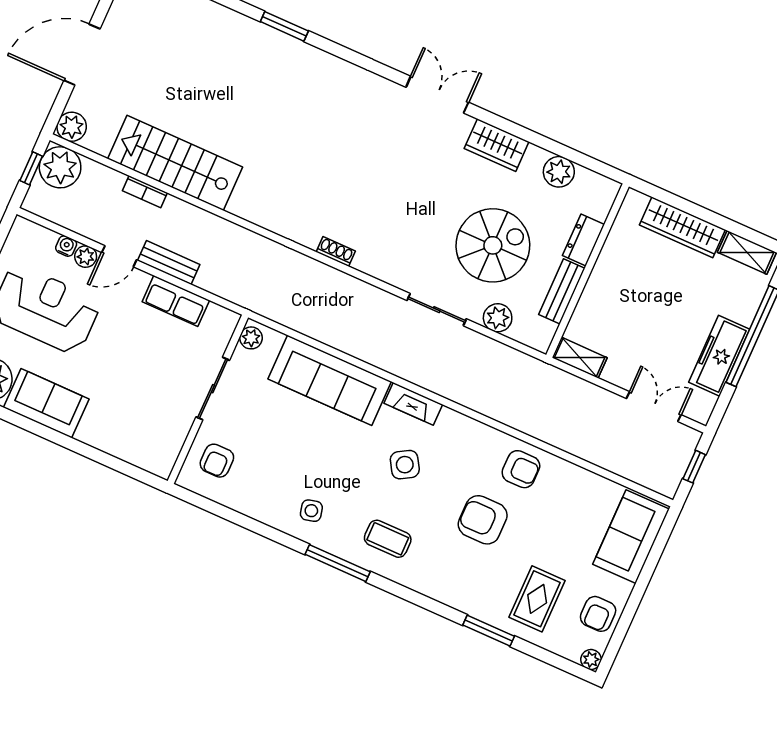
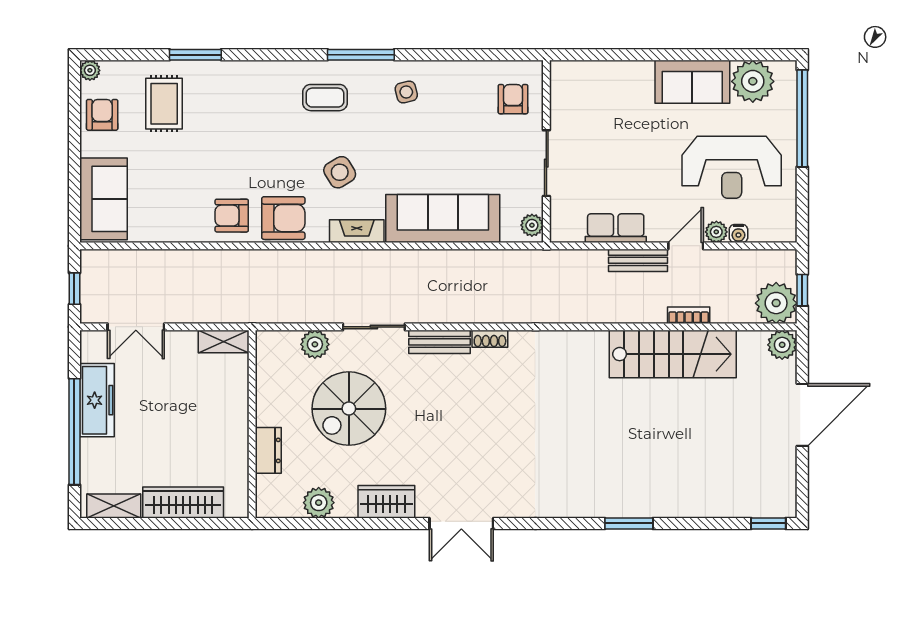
bench: (562, 291) -> (439, 342), moved, turned 90
armchair: (483, 520) -> (283, 218), moved

